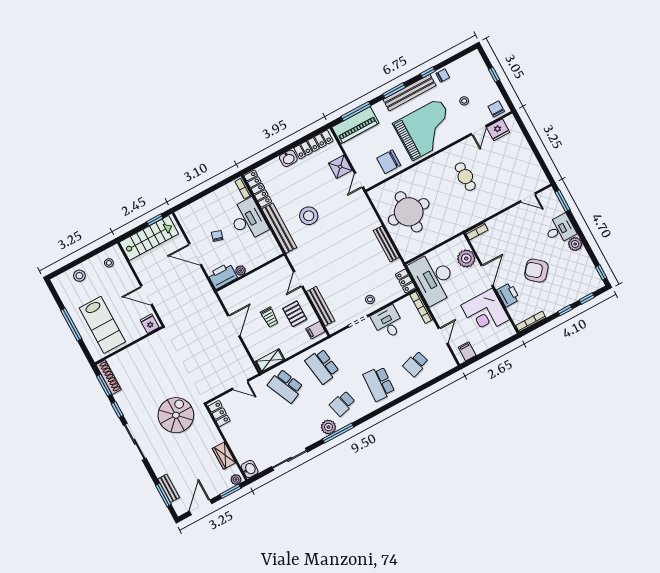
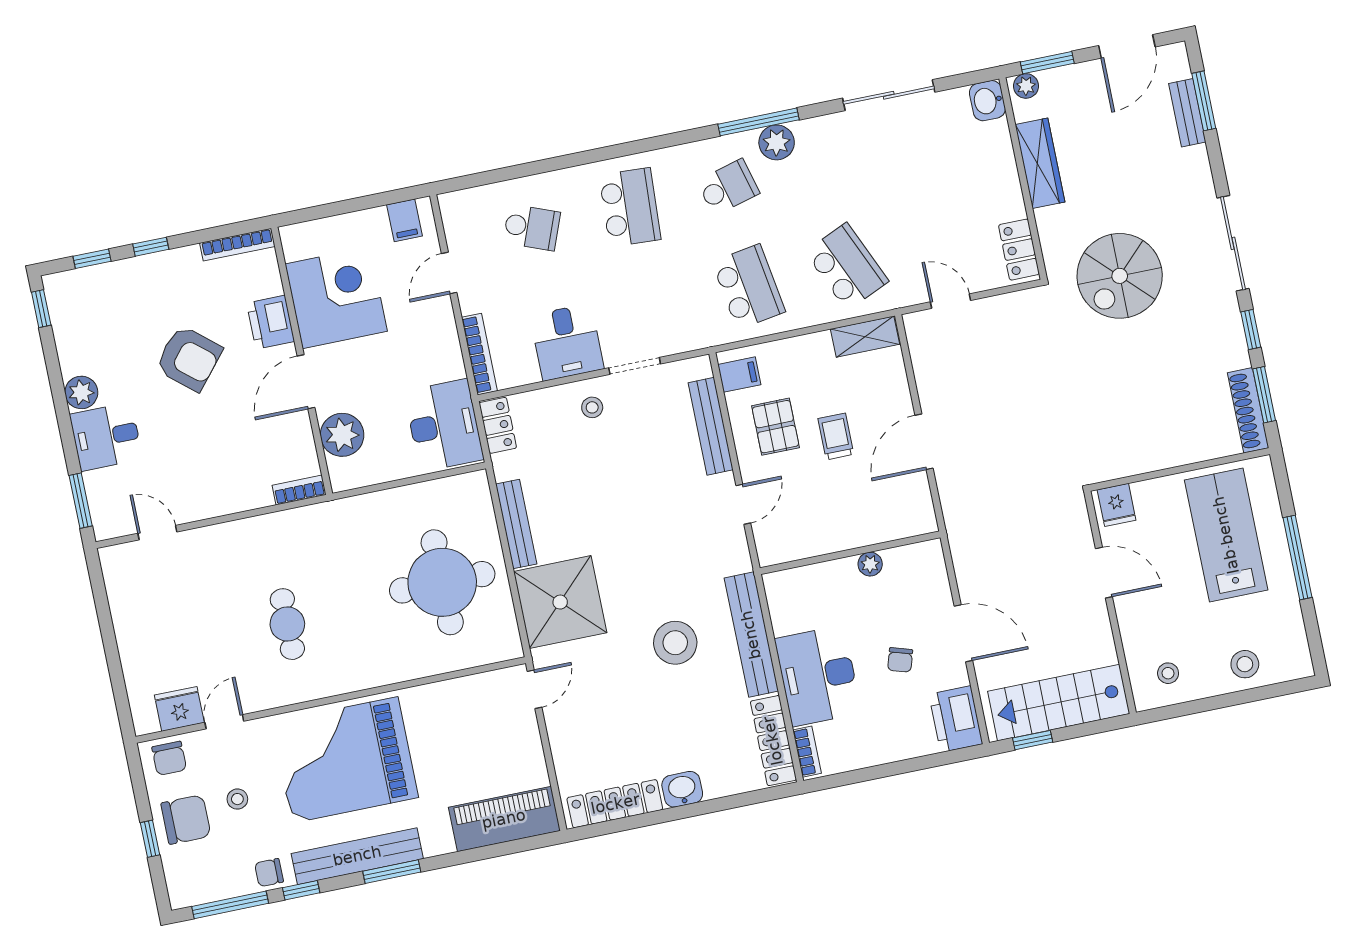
window: (356, 111) -> (230, 905), moved
chair: (389, 162) -> (186, 820), moved
shower: (340, 167) -> (560, 602), moved, width x1.86, depth x1.86
printer: (222, 276) -> (956, 719), moved, turned 90
desk: (433, 278) -> (444, 425), width x0.73, depth x0.77
school desk: (416, 364) -> (532, 227), turned 39
wardrobe: (224, 456) -> (1040, 163), width x1.50

